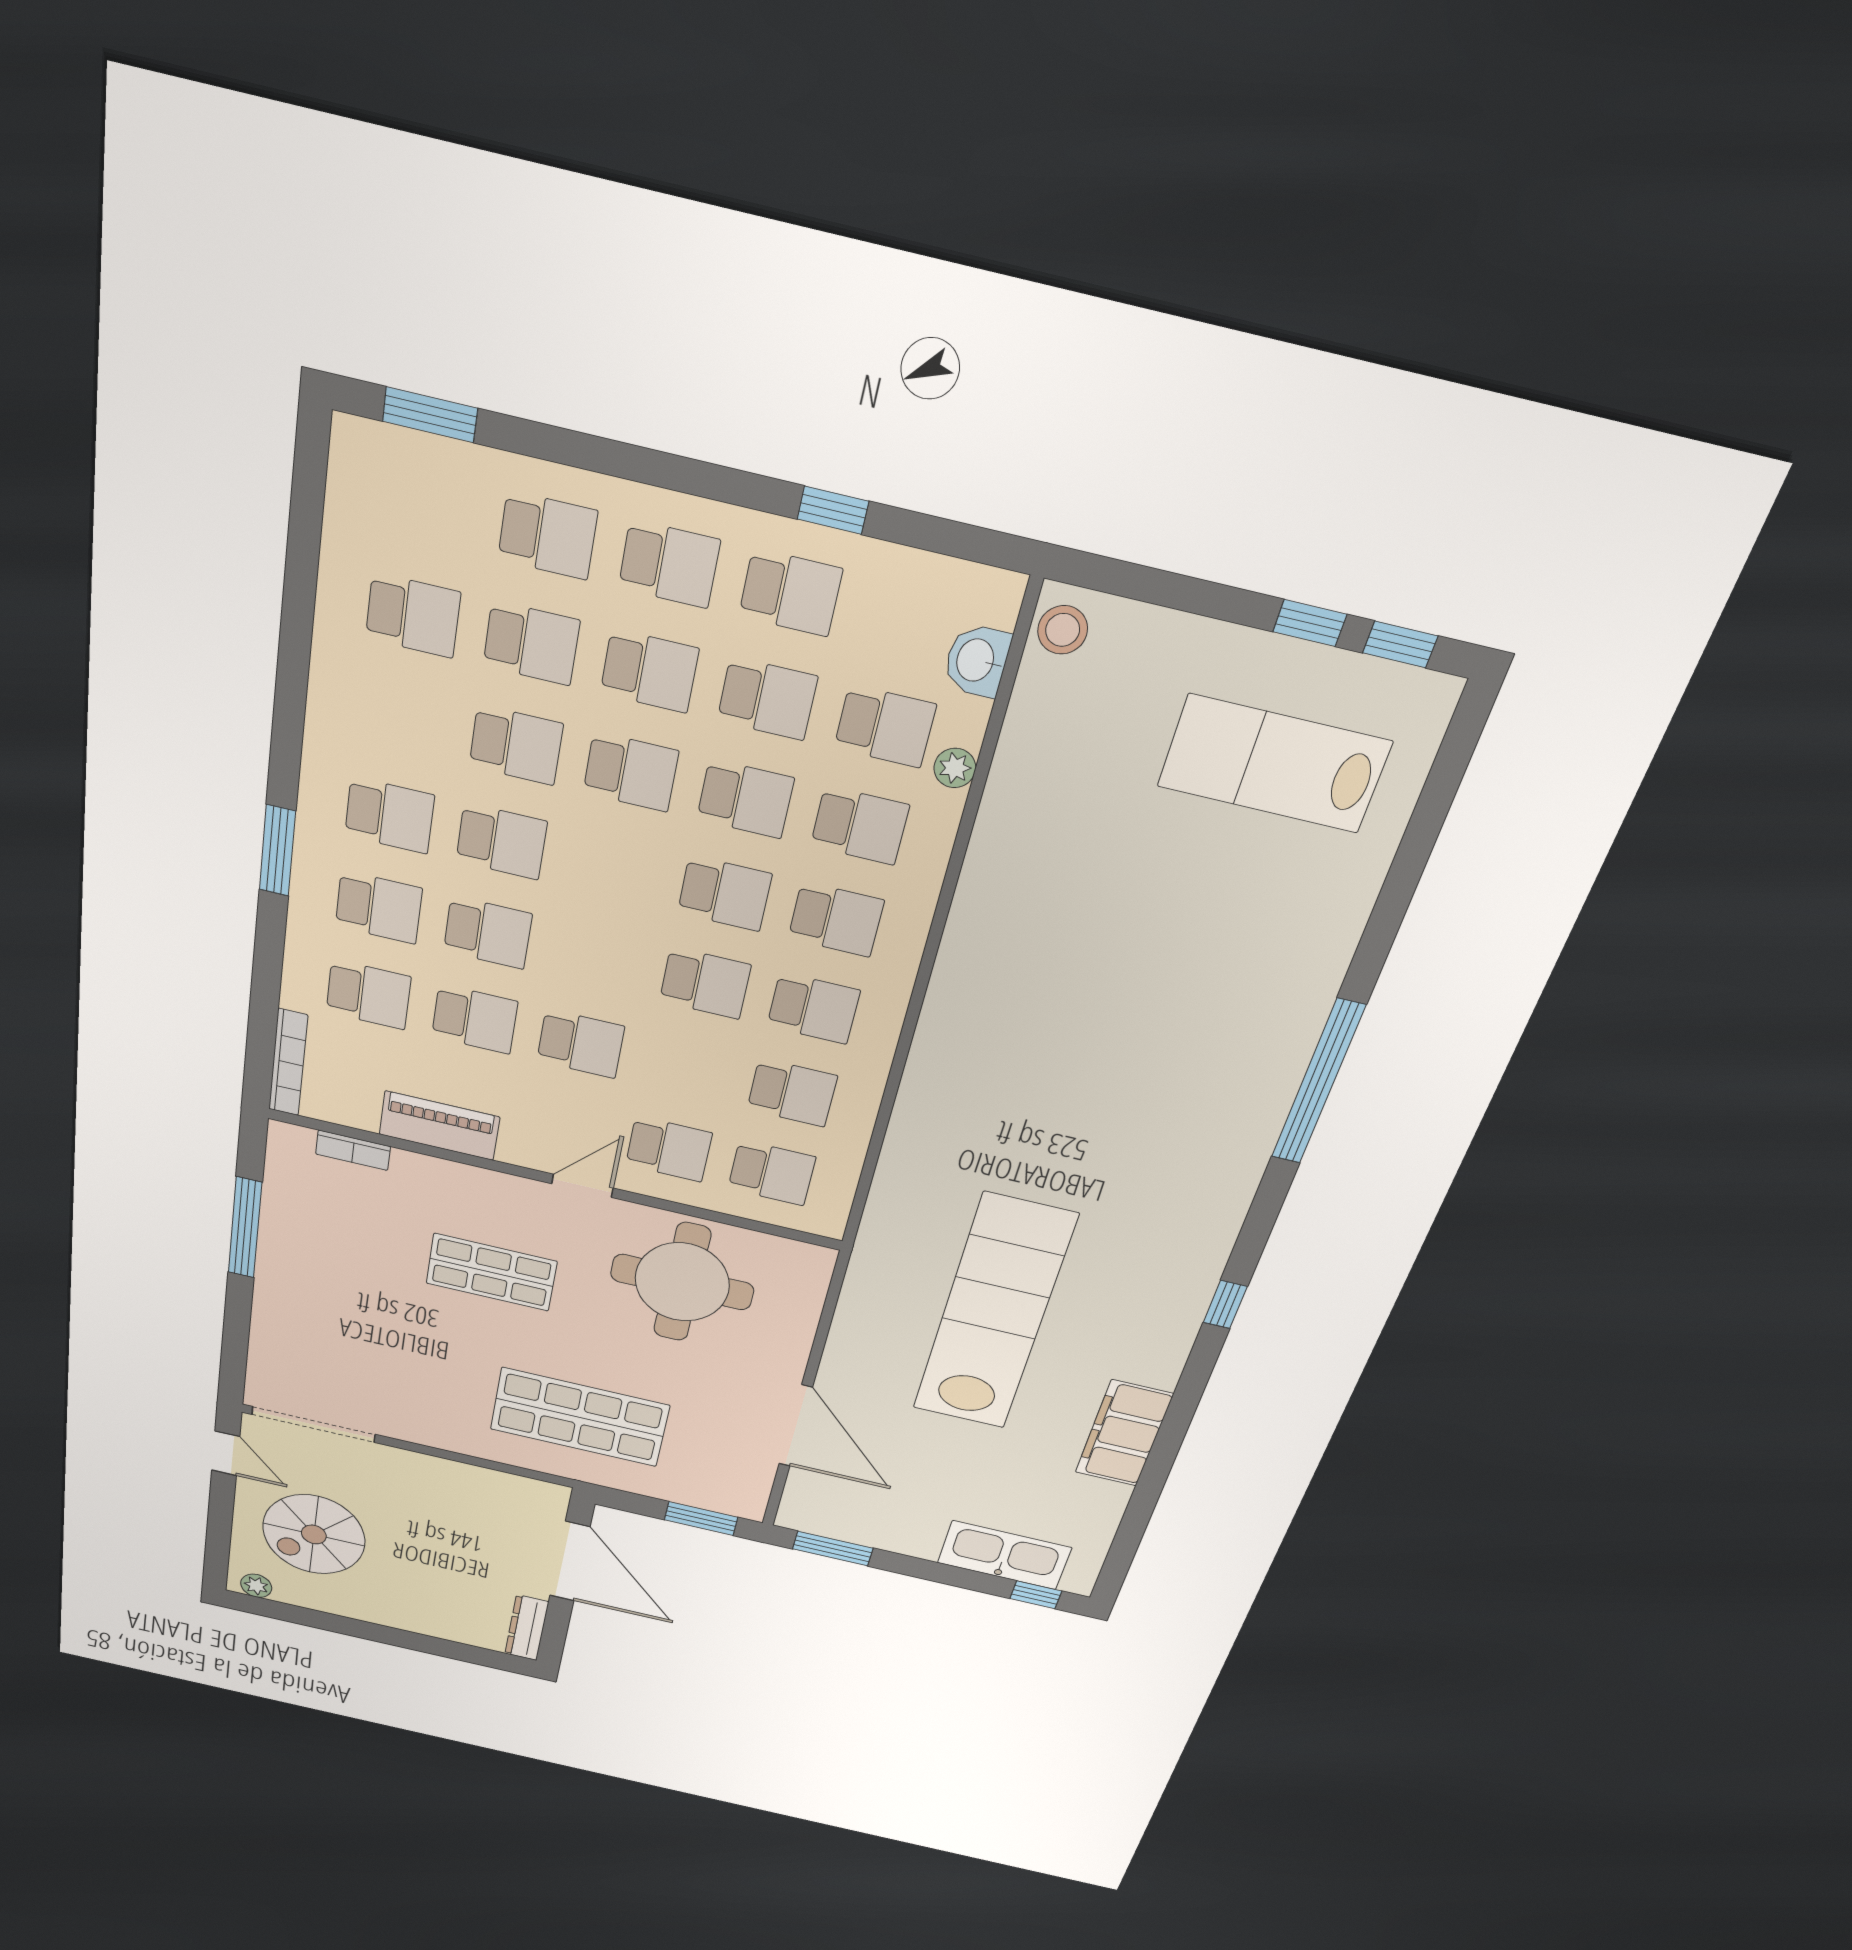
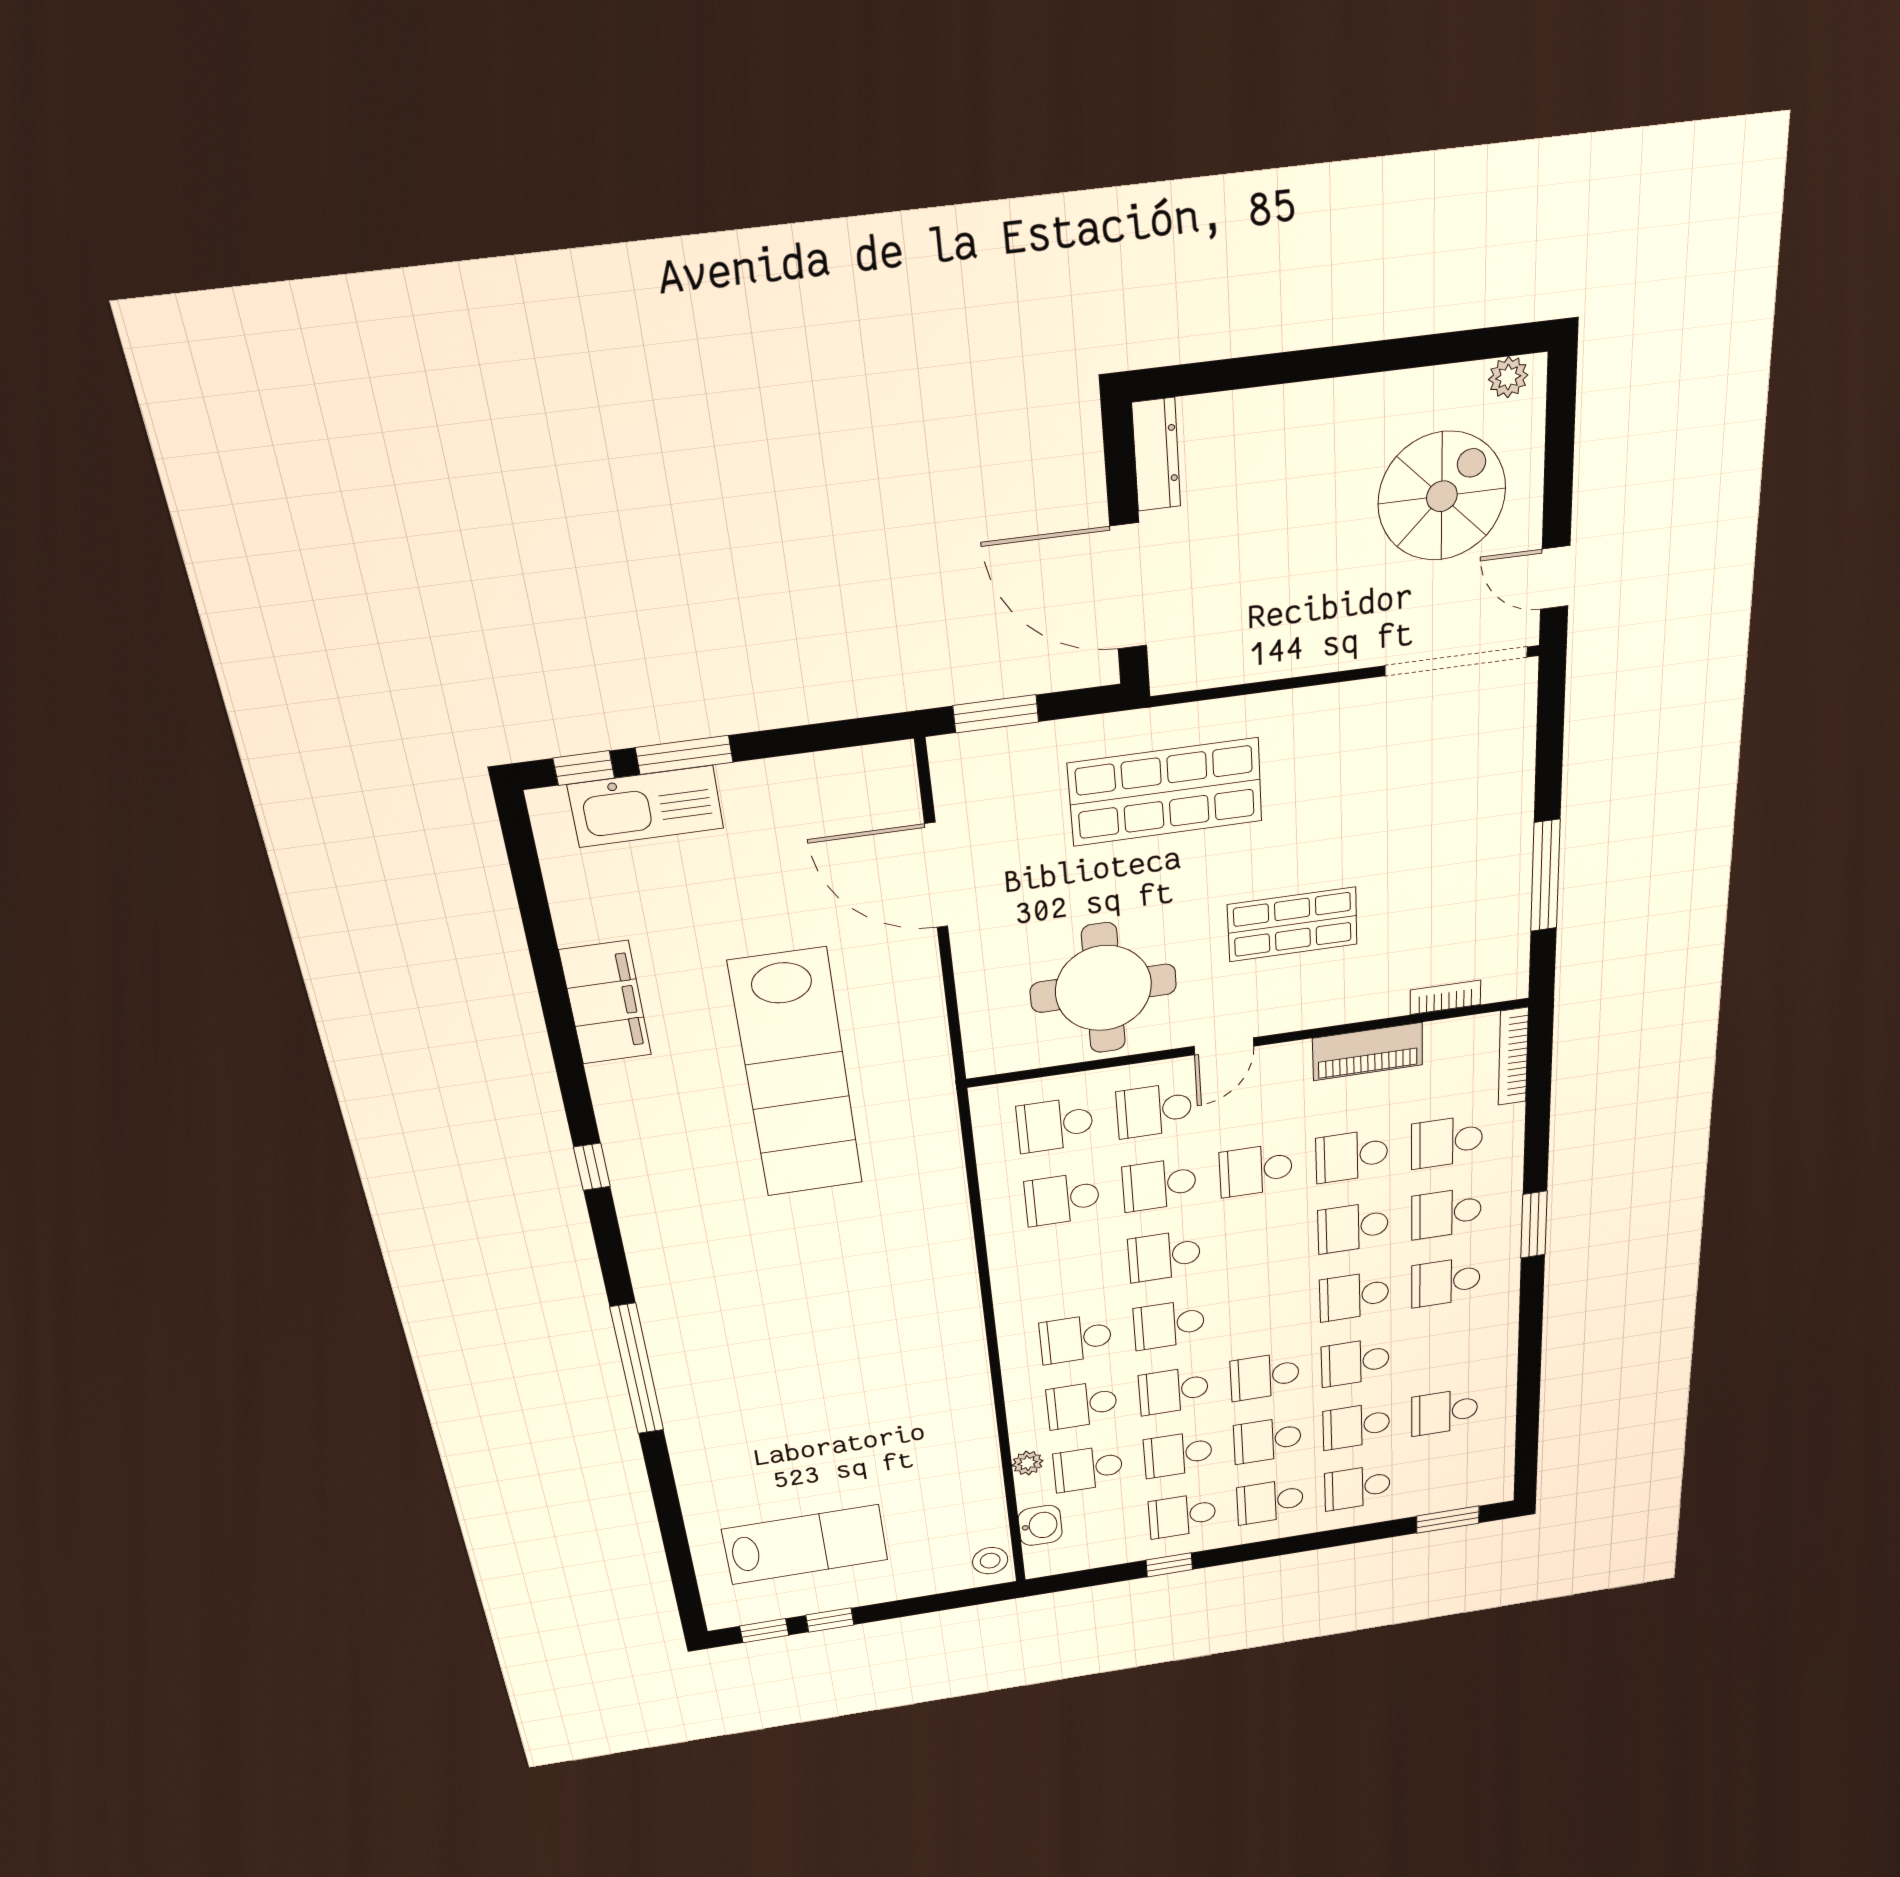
school desk: (813, 1008) -> (1159, 1185), moved
window: (833, 1549) -> (684, 755), moved

